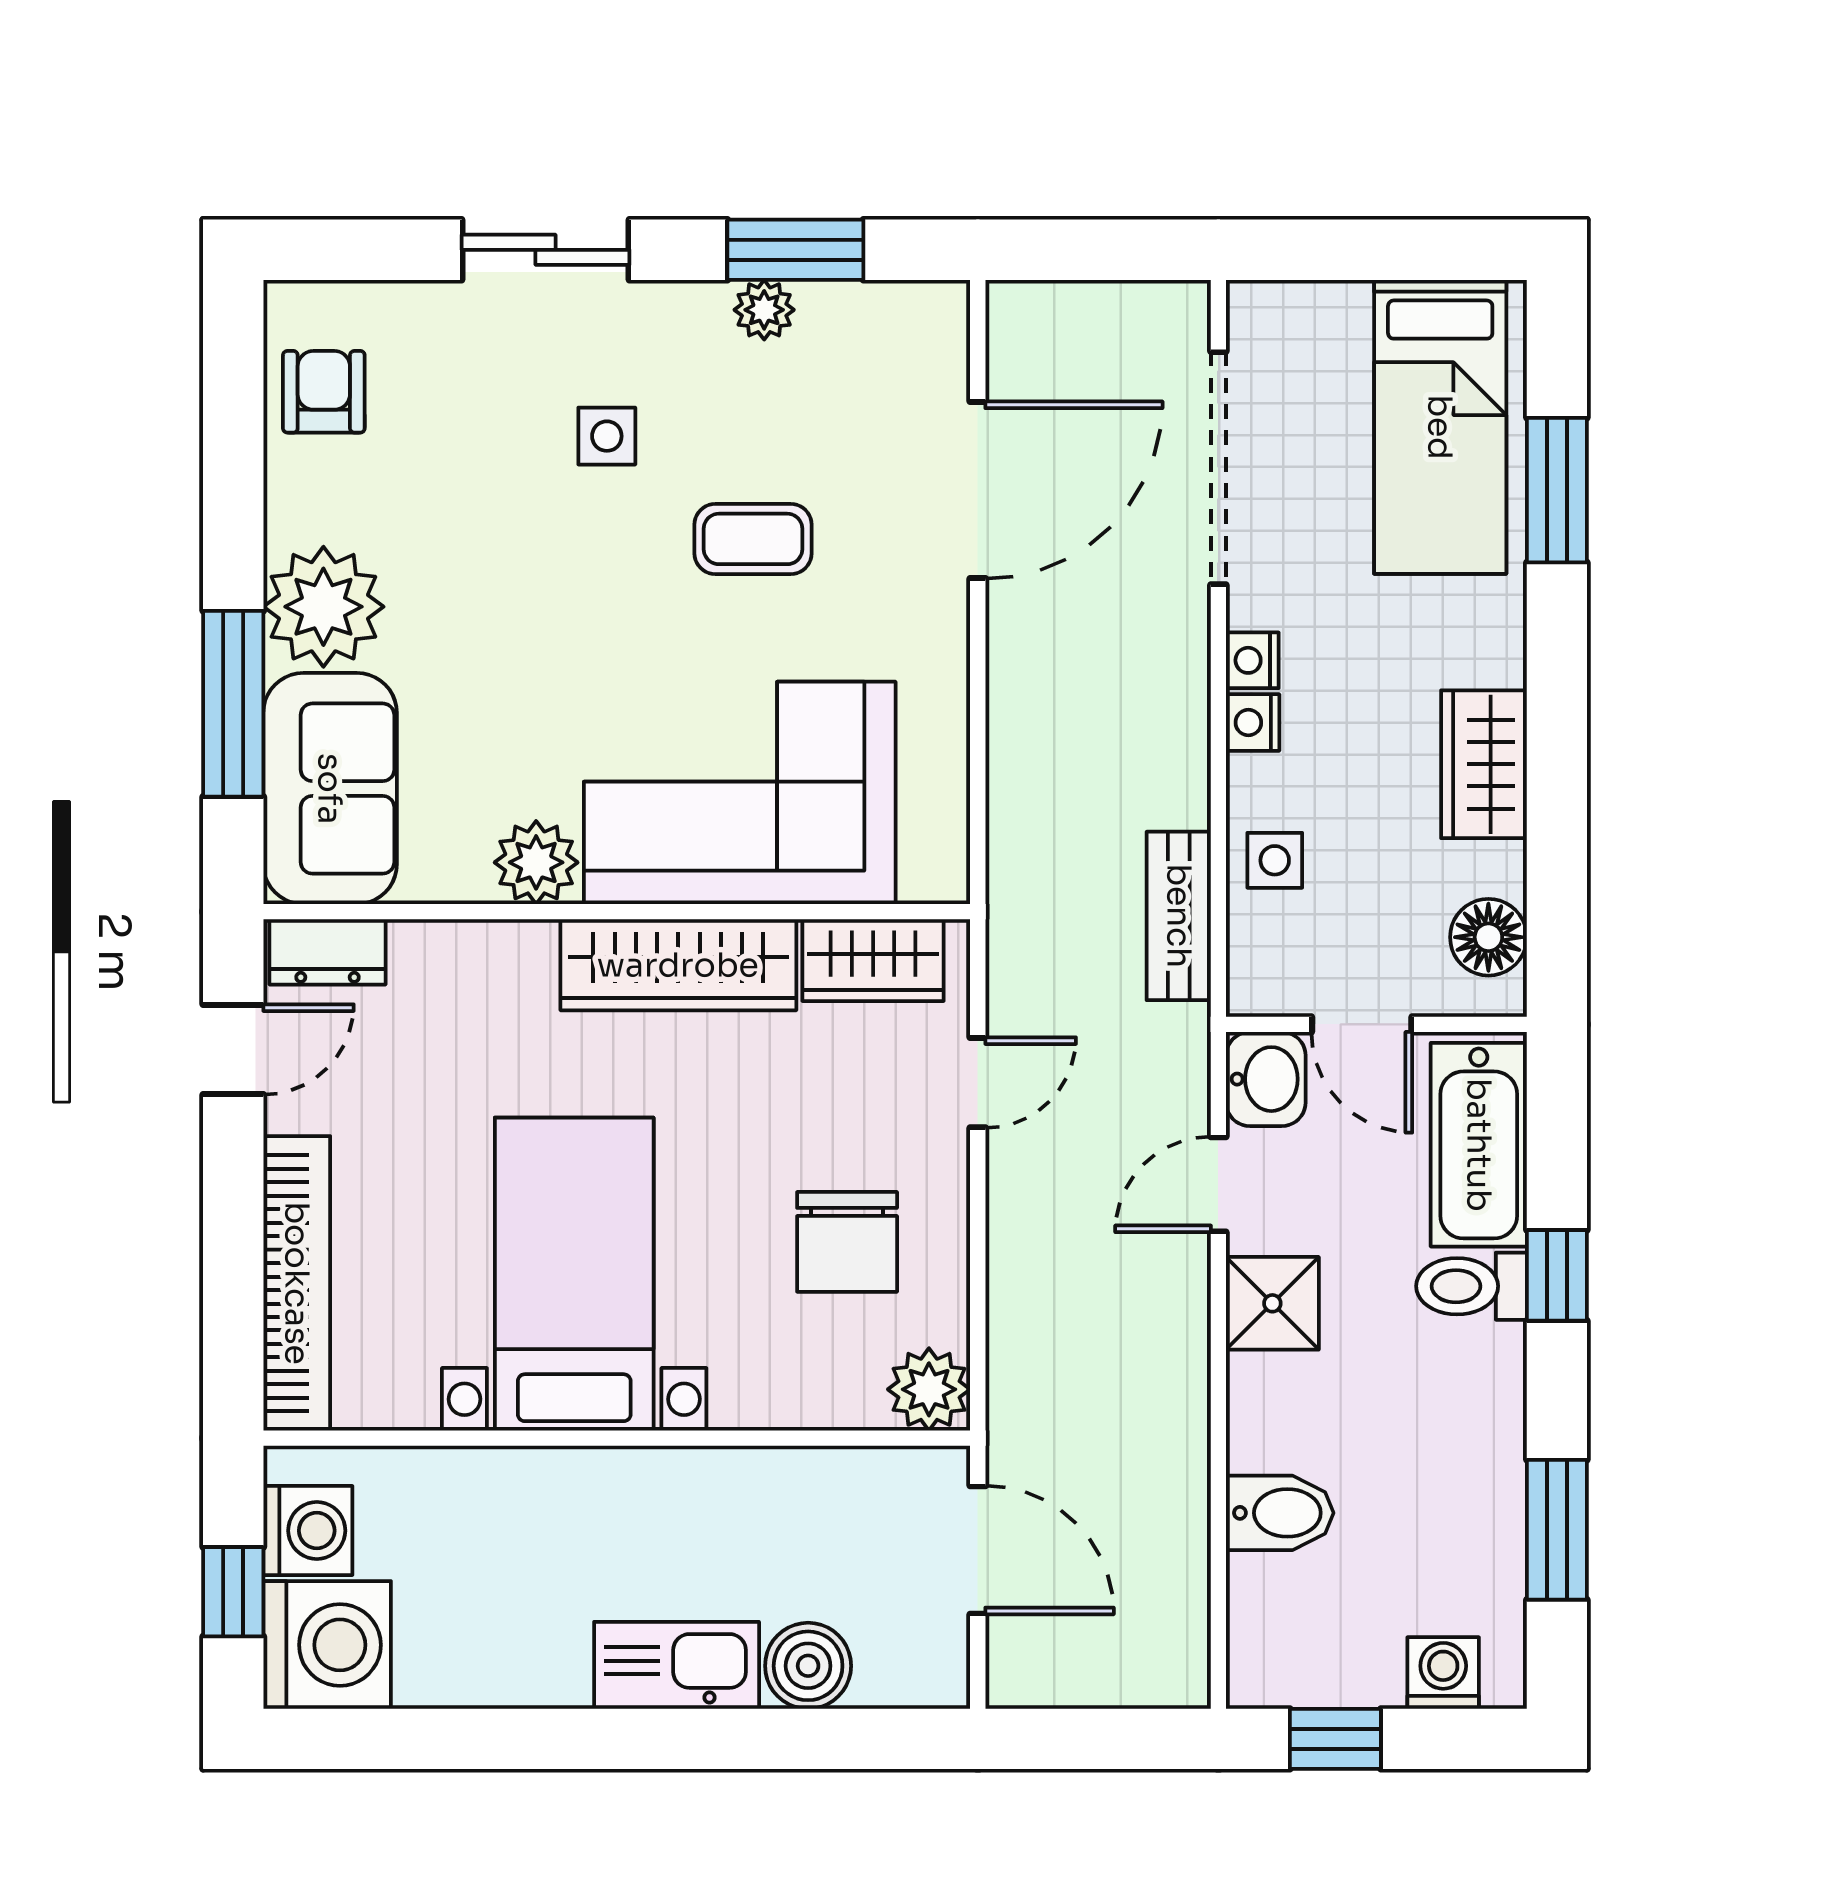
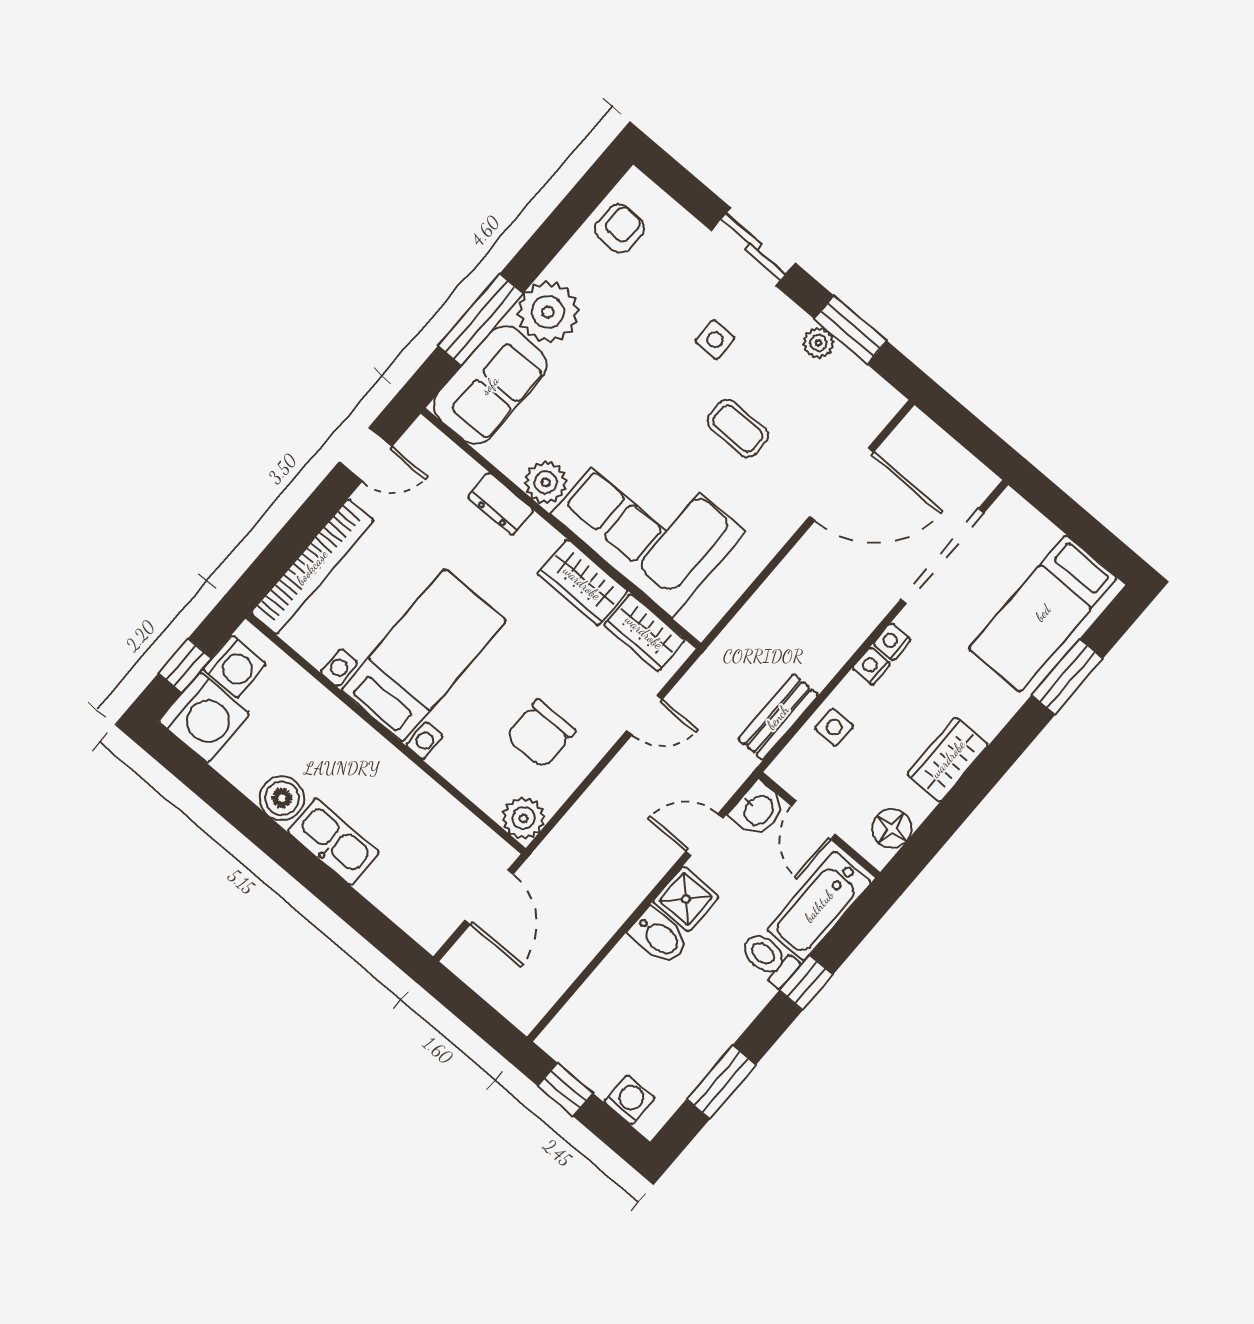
dresser: (327, 952) -> (500, 504), moved
wardrobe: (678, 965) -> (582, 583), width x0.67
bidet: (1280, 1513) -> (659, 936), moved
boiler: (808, 1666) -> (282, 798), moved

